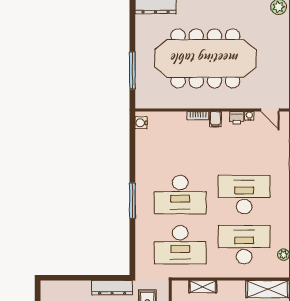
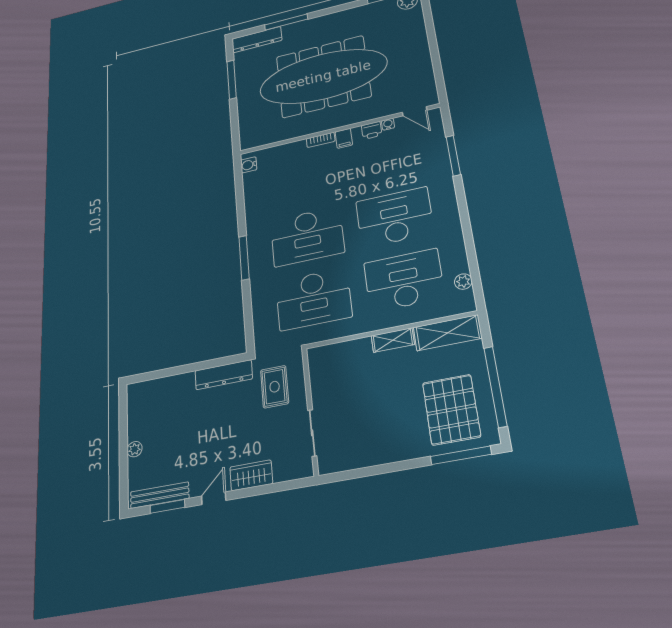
window: (132, 70) -> (232, 80), moved
shelving: (203, 287) -> (393, 340), moved

